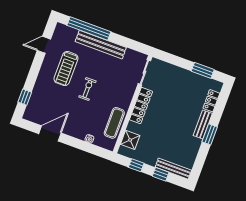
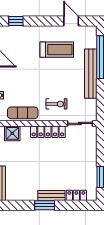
treadmill: (66, 69) -> (57, 50), turned 180
exercise bike: (87, 89) -> (57, 104), moved

